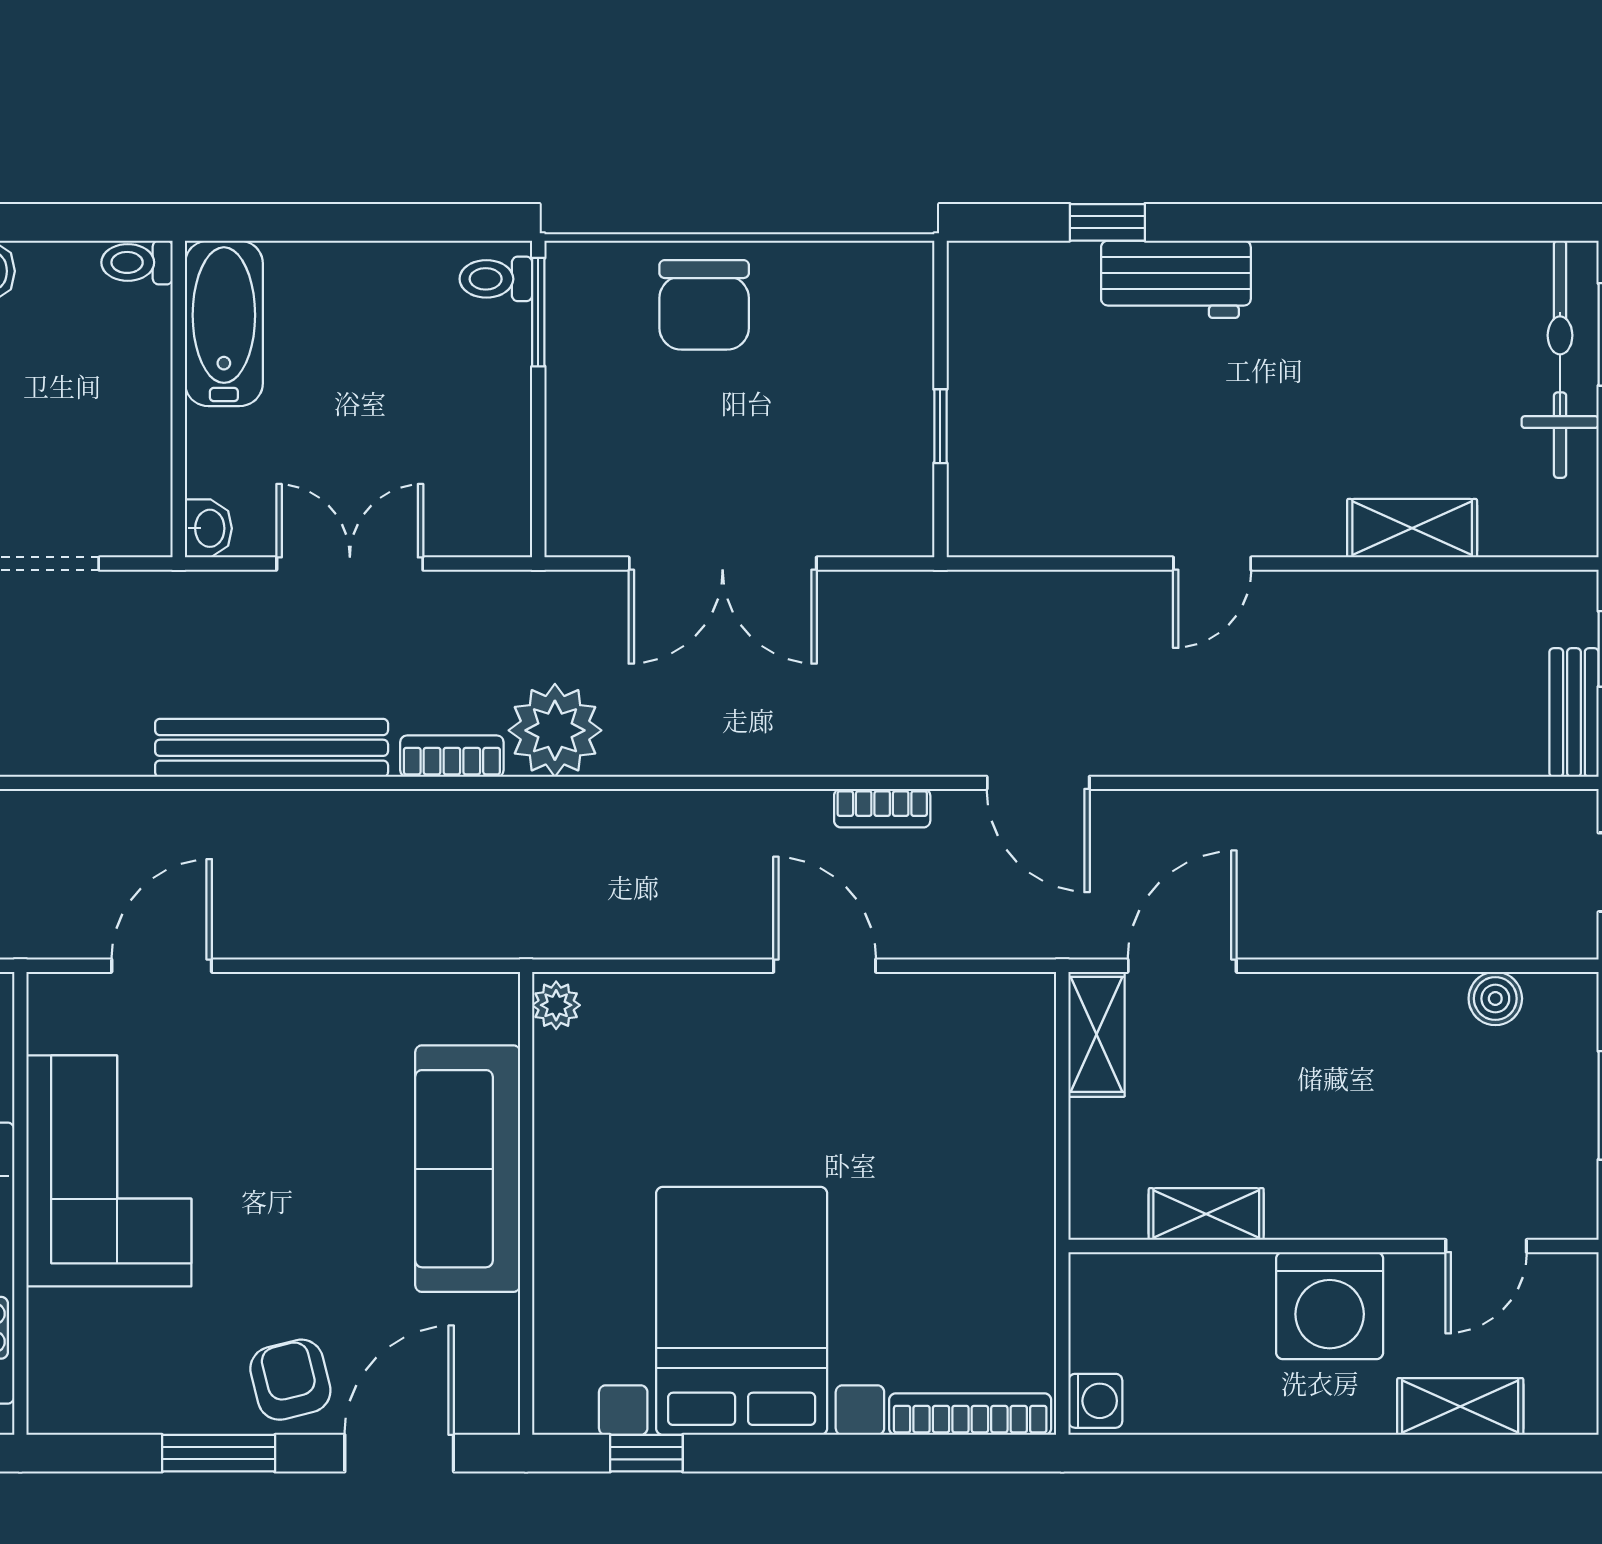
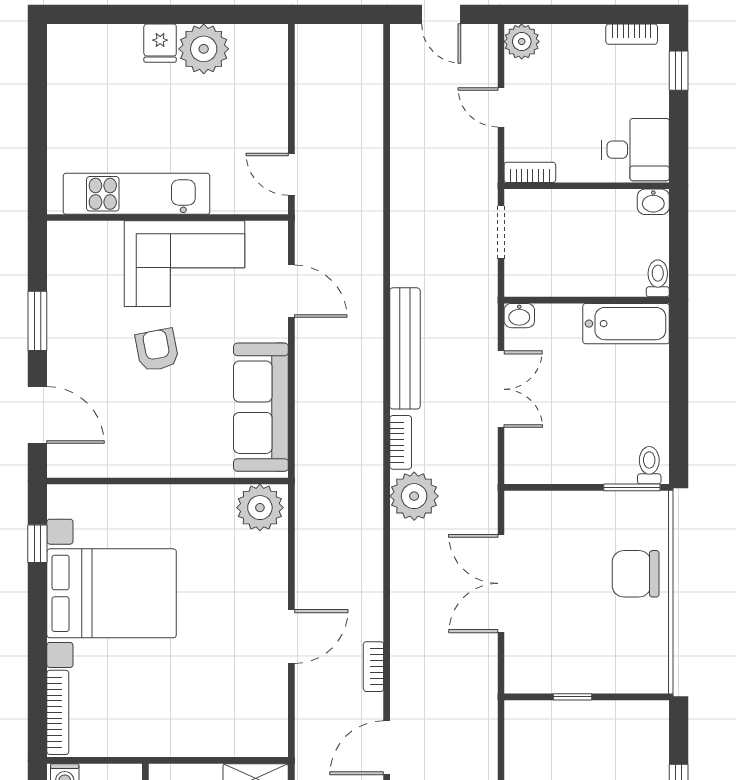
plant: (556, 1005) -> (260, 508), width x1.88, depth x1.88
sofa: (468, 1169) -> (261, 407), moved, turned -90
armchair: (290, 1380) -> (157, 350), moved, turned -87

